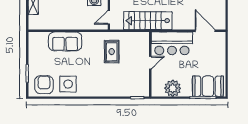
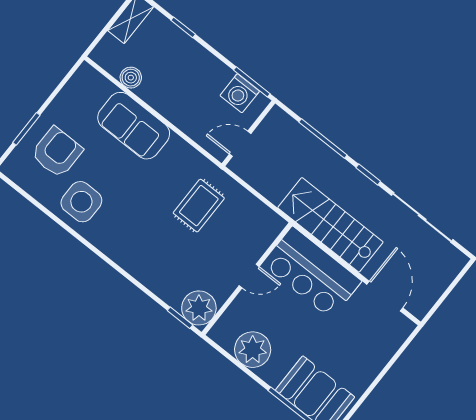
stairs: (148, 21) -> (330, 225), moved
boiler: (50, 25) -> (131, 78), added
armchair: (44, 85) -> (57, 152), moved
plant: (141, 89) -> (199, 308), added

